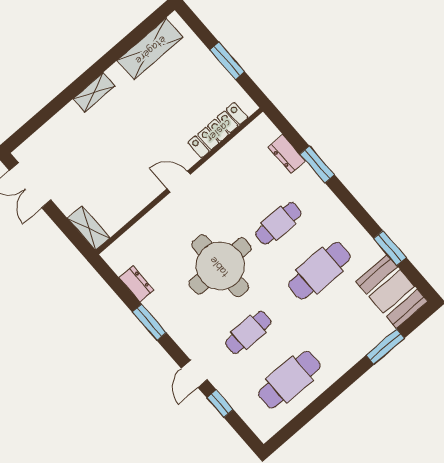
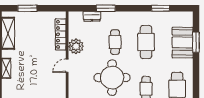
window: (227, 61) -> (27, 8), moved
plant: (220, 169) -> (76, 46), added
booth: (392, 292) -> (182, 43), moved, turned 90

